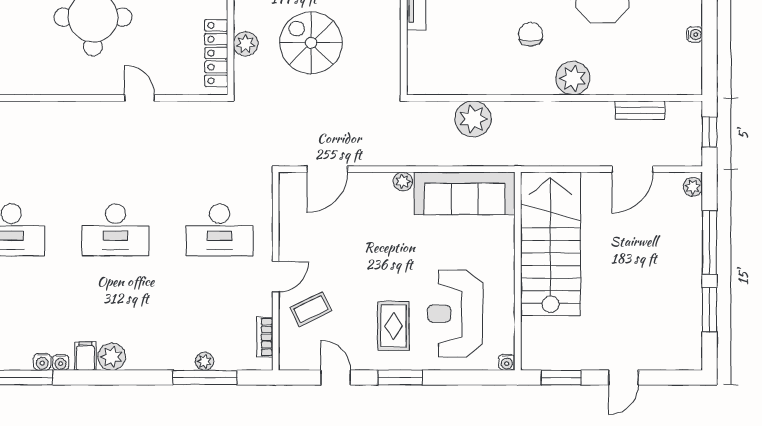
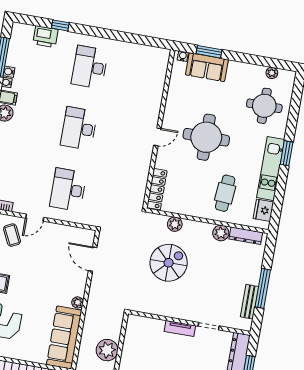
locker: (216, 53) -> (157, 189), moved, turned 90
door: (140, 98) -> (157, 137), moved
door: (276, 277) -> (35, 218), hinge flipped

